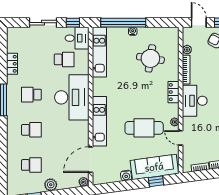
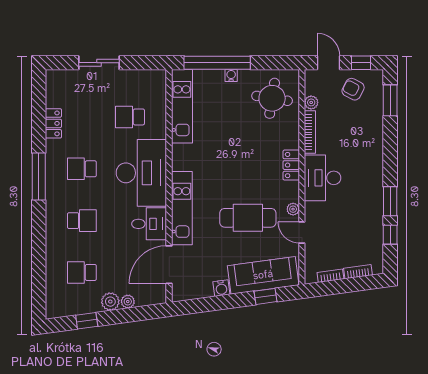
window: (73, 23) -> (143, 63), removed
desk: (77, 38) -> (149, 224), moved
round table: (150, 58) -> (272, 98), moved
school desk: (64, 59) -> (130, 117), turned 180
school desk: (31, 165) -> (82, 272), turned 180
plant: (83, 182) -> (128, 302), moved

